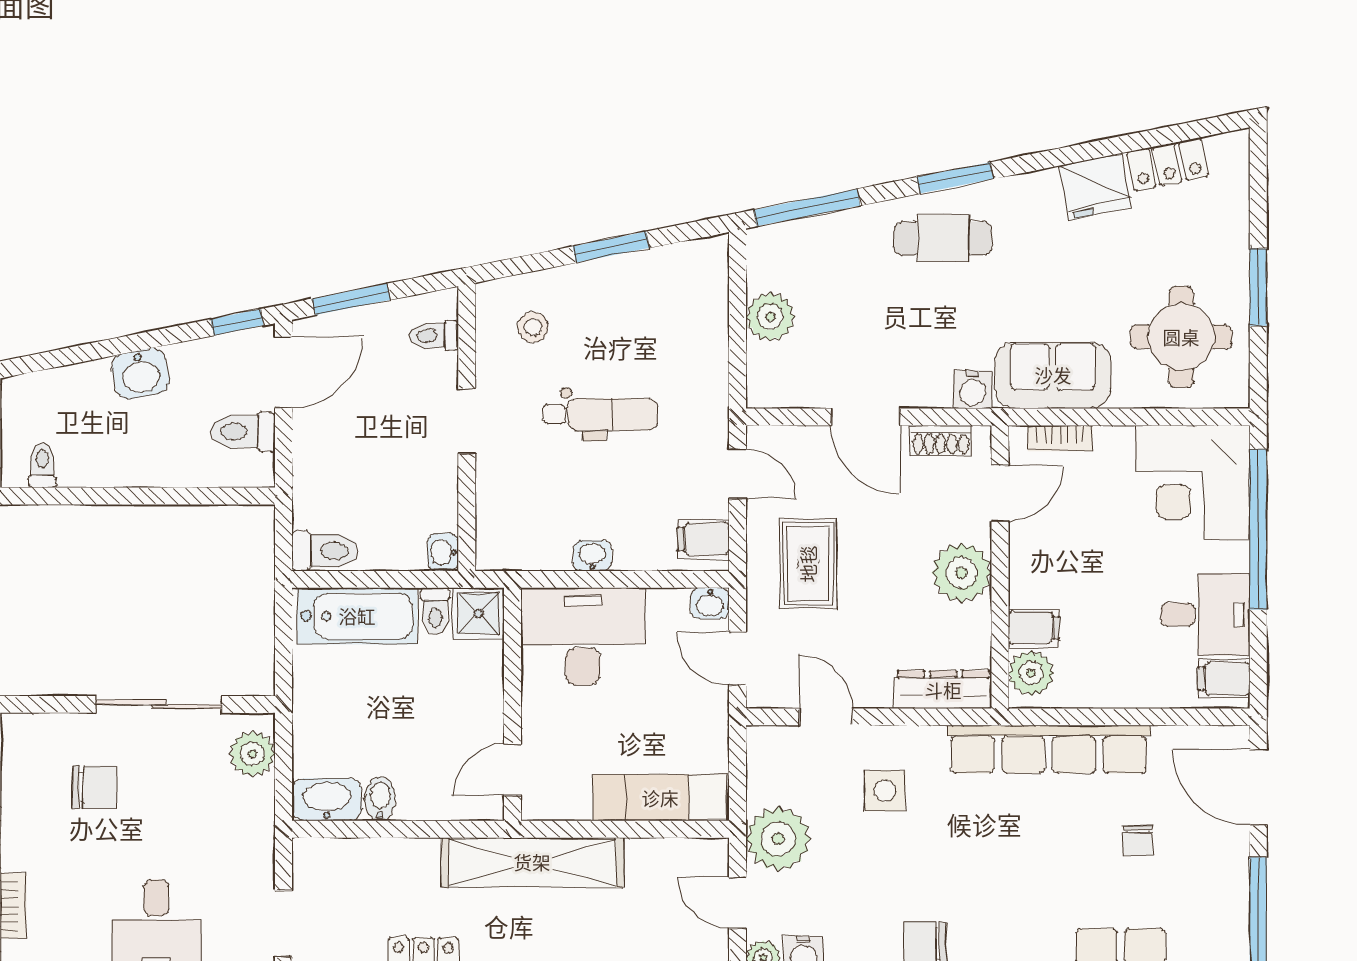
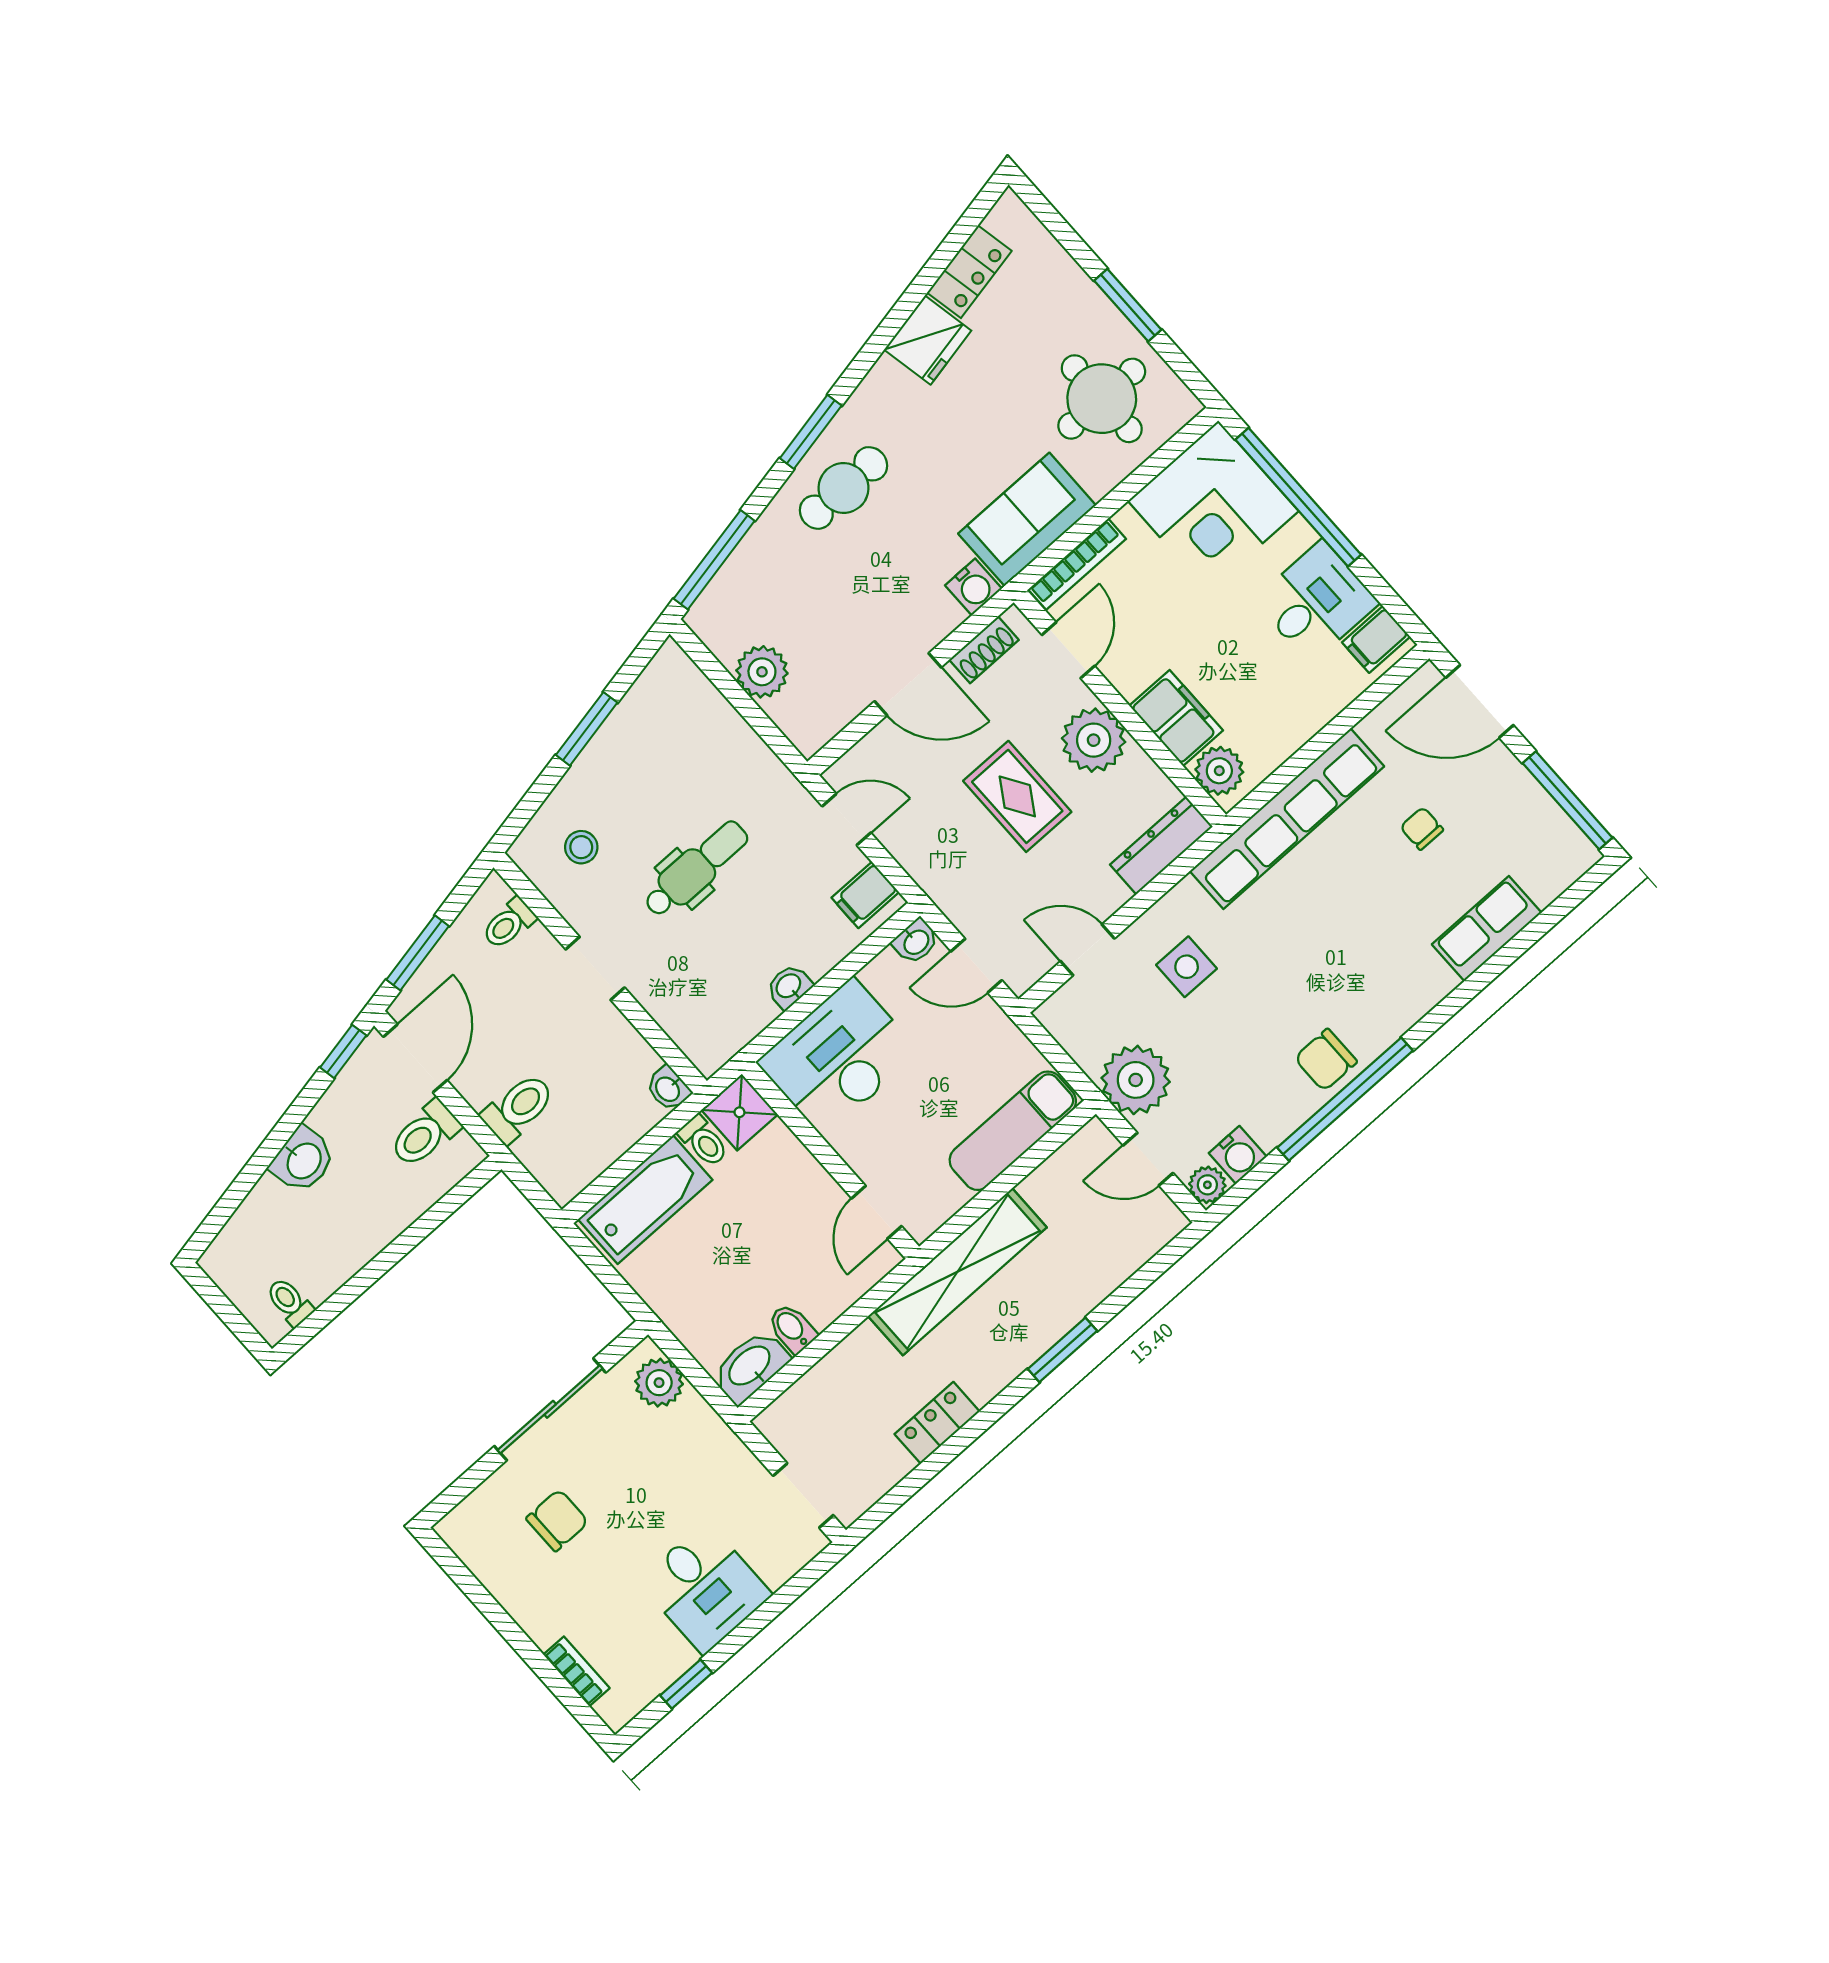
bookcase: (1060, 438) -> (1077, 564), width x1.56
toilet: (325, 551) -> (518, 1108), moved
rug: (808, 564) -> (1017, 796), moved
filing cabinet: (1034, 628) -> (1176, 718), width x2.00
chair: (1138, 841) -> (1422, 828), turned 180

